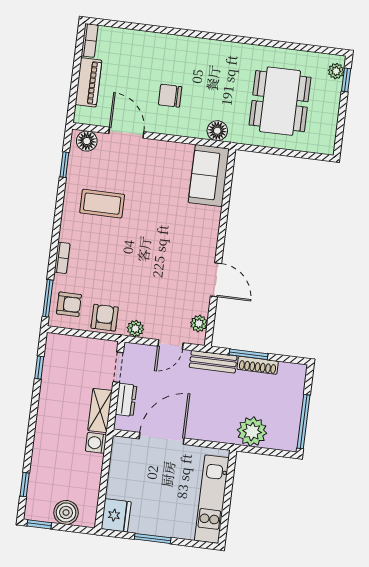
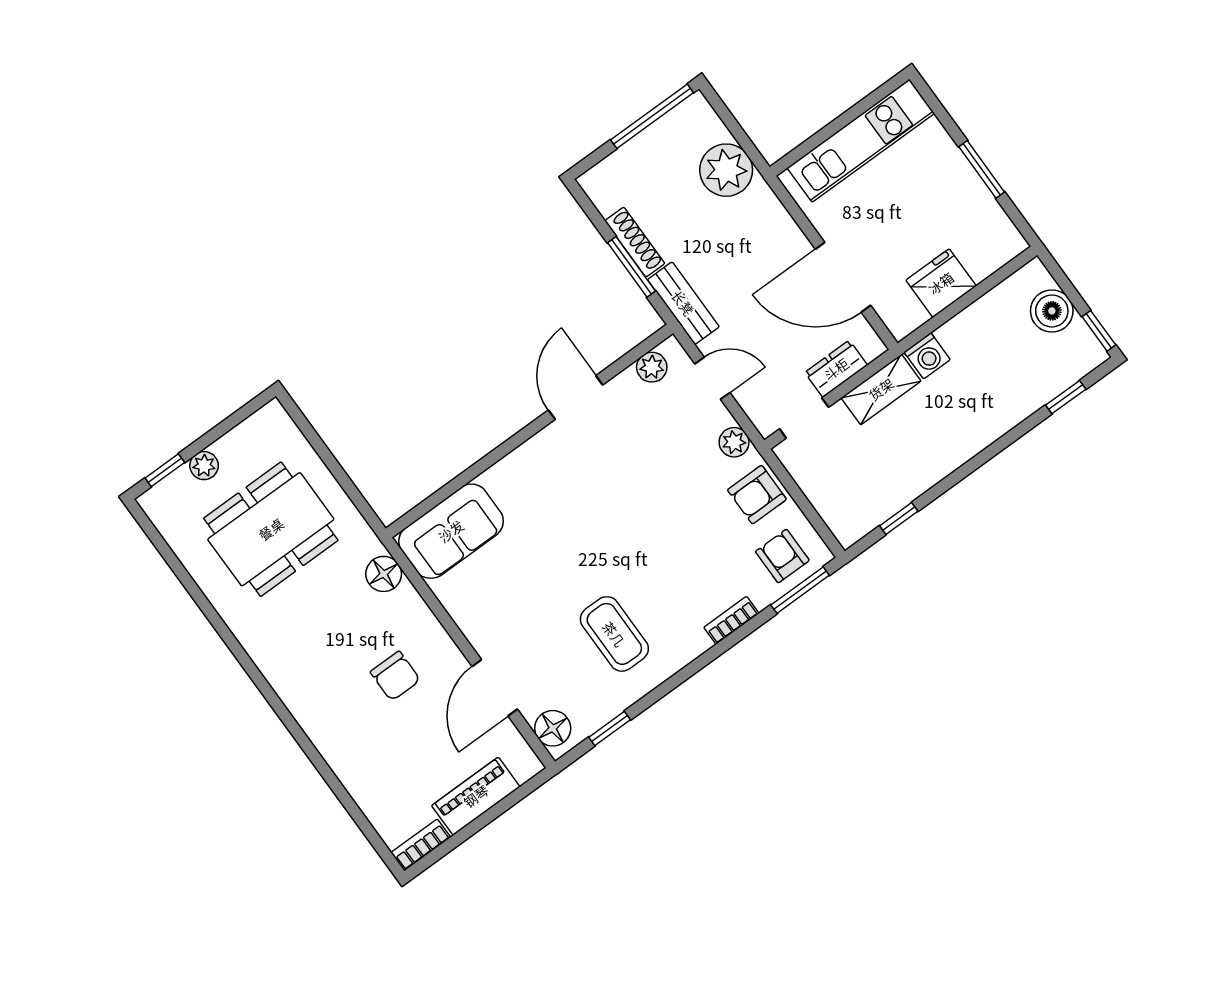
plant: (336, 71) -> (204, 466), moved
fridge: (116, 515) -> (941, 283), moved

